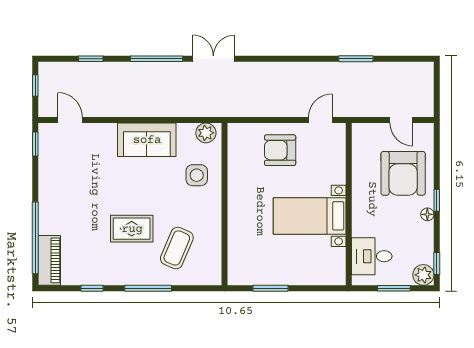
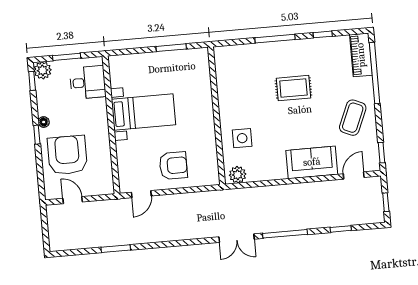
door: (70, 120) -> (354, 176), swing flipped
sofa: (147, 140) -> (312, 162), moved
coffee table: (177, 248) -> (353, 118), moved

